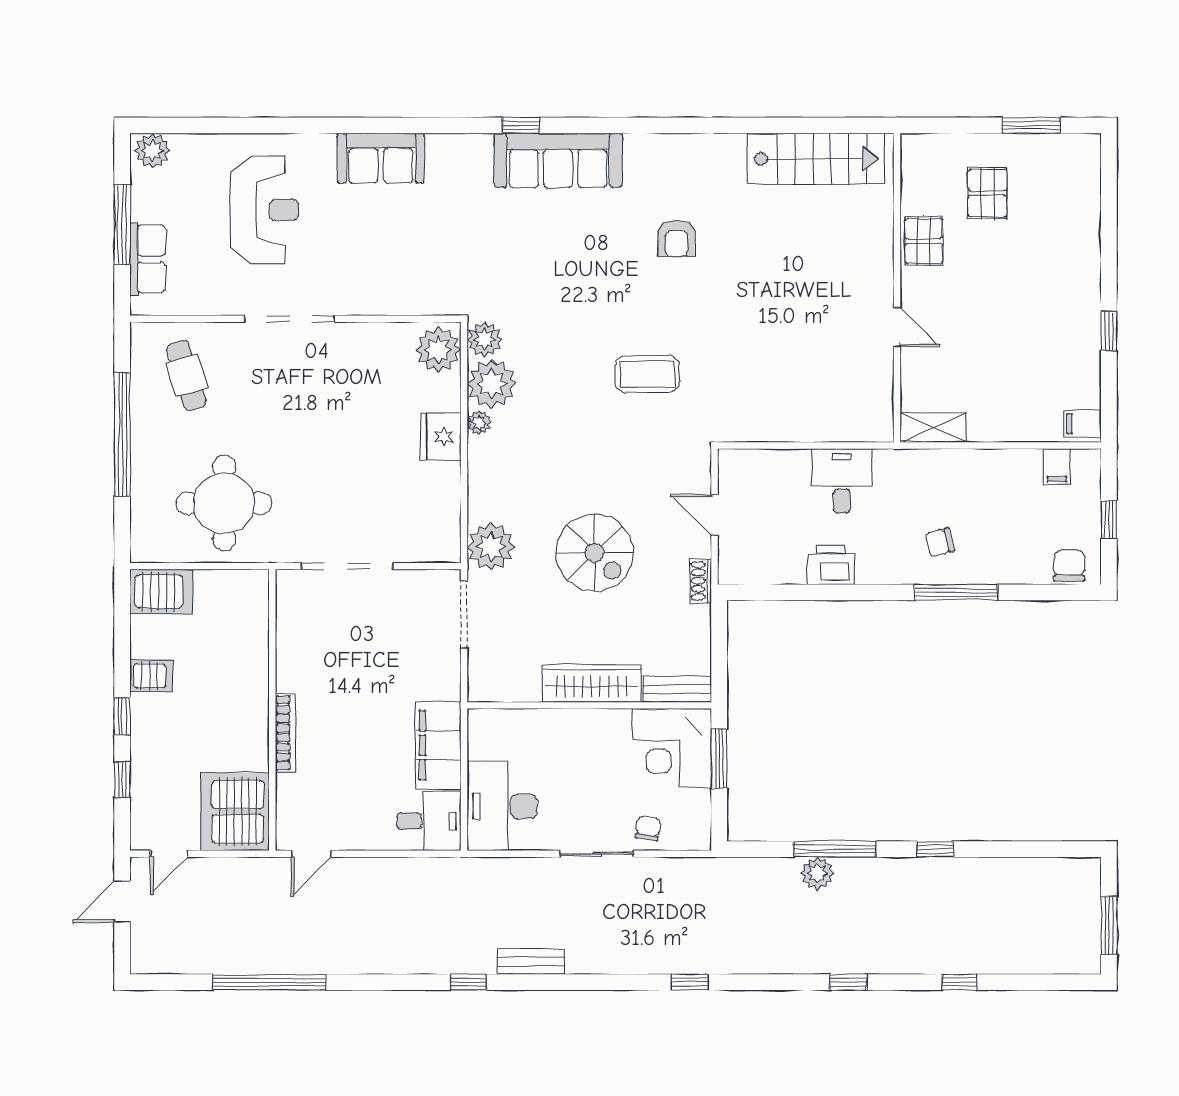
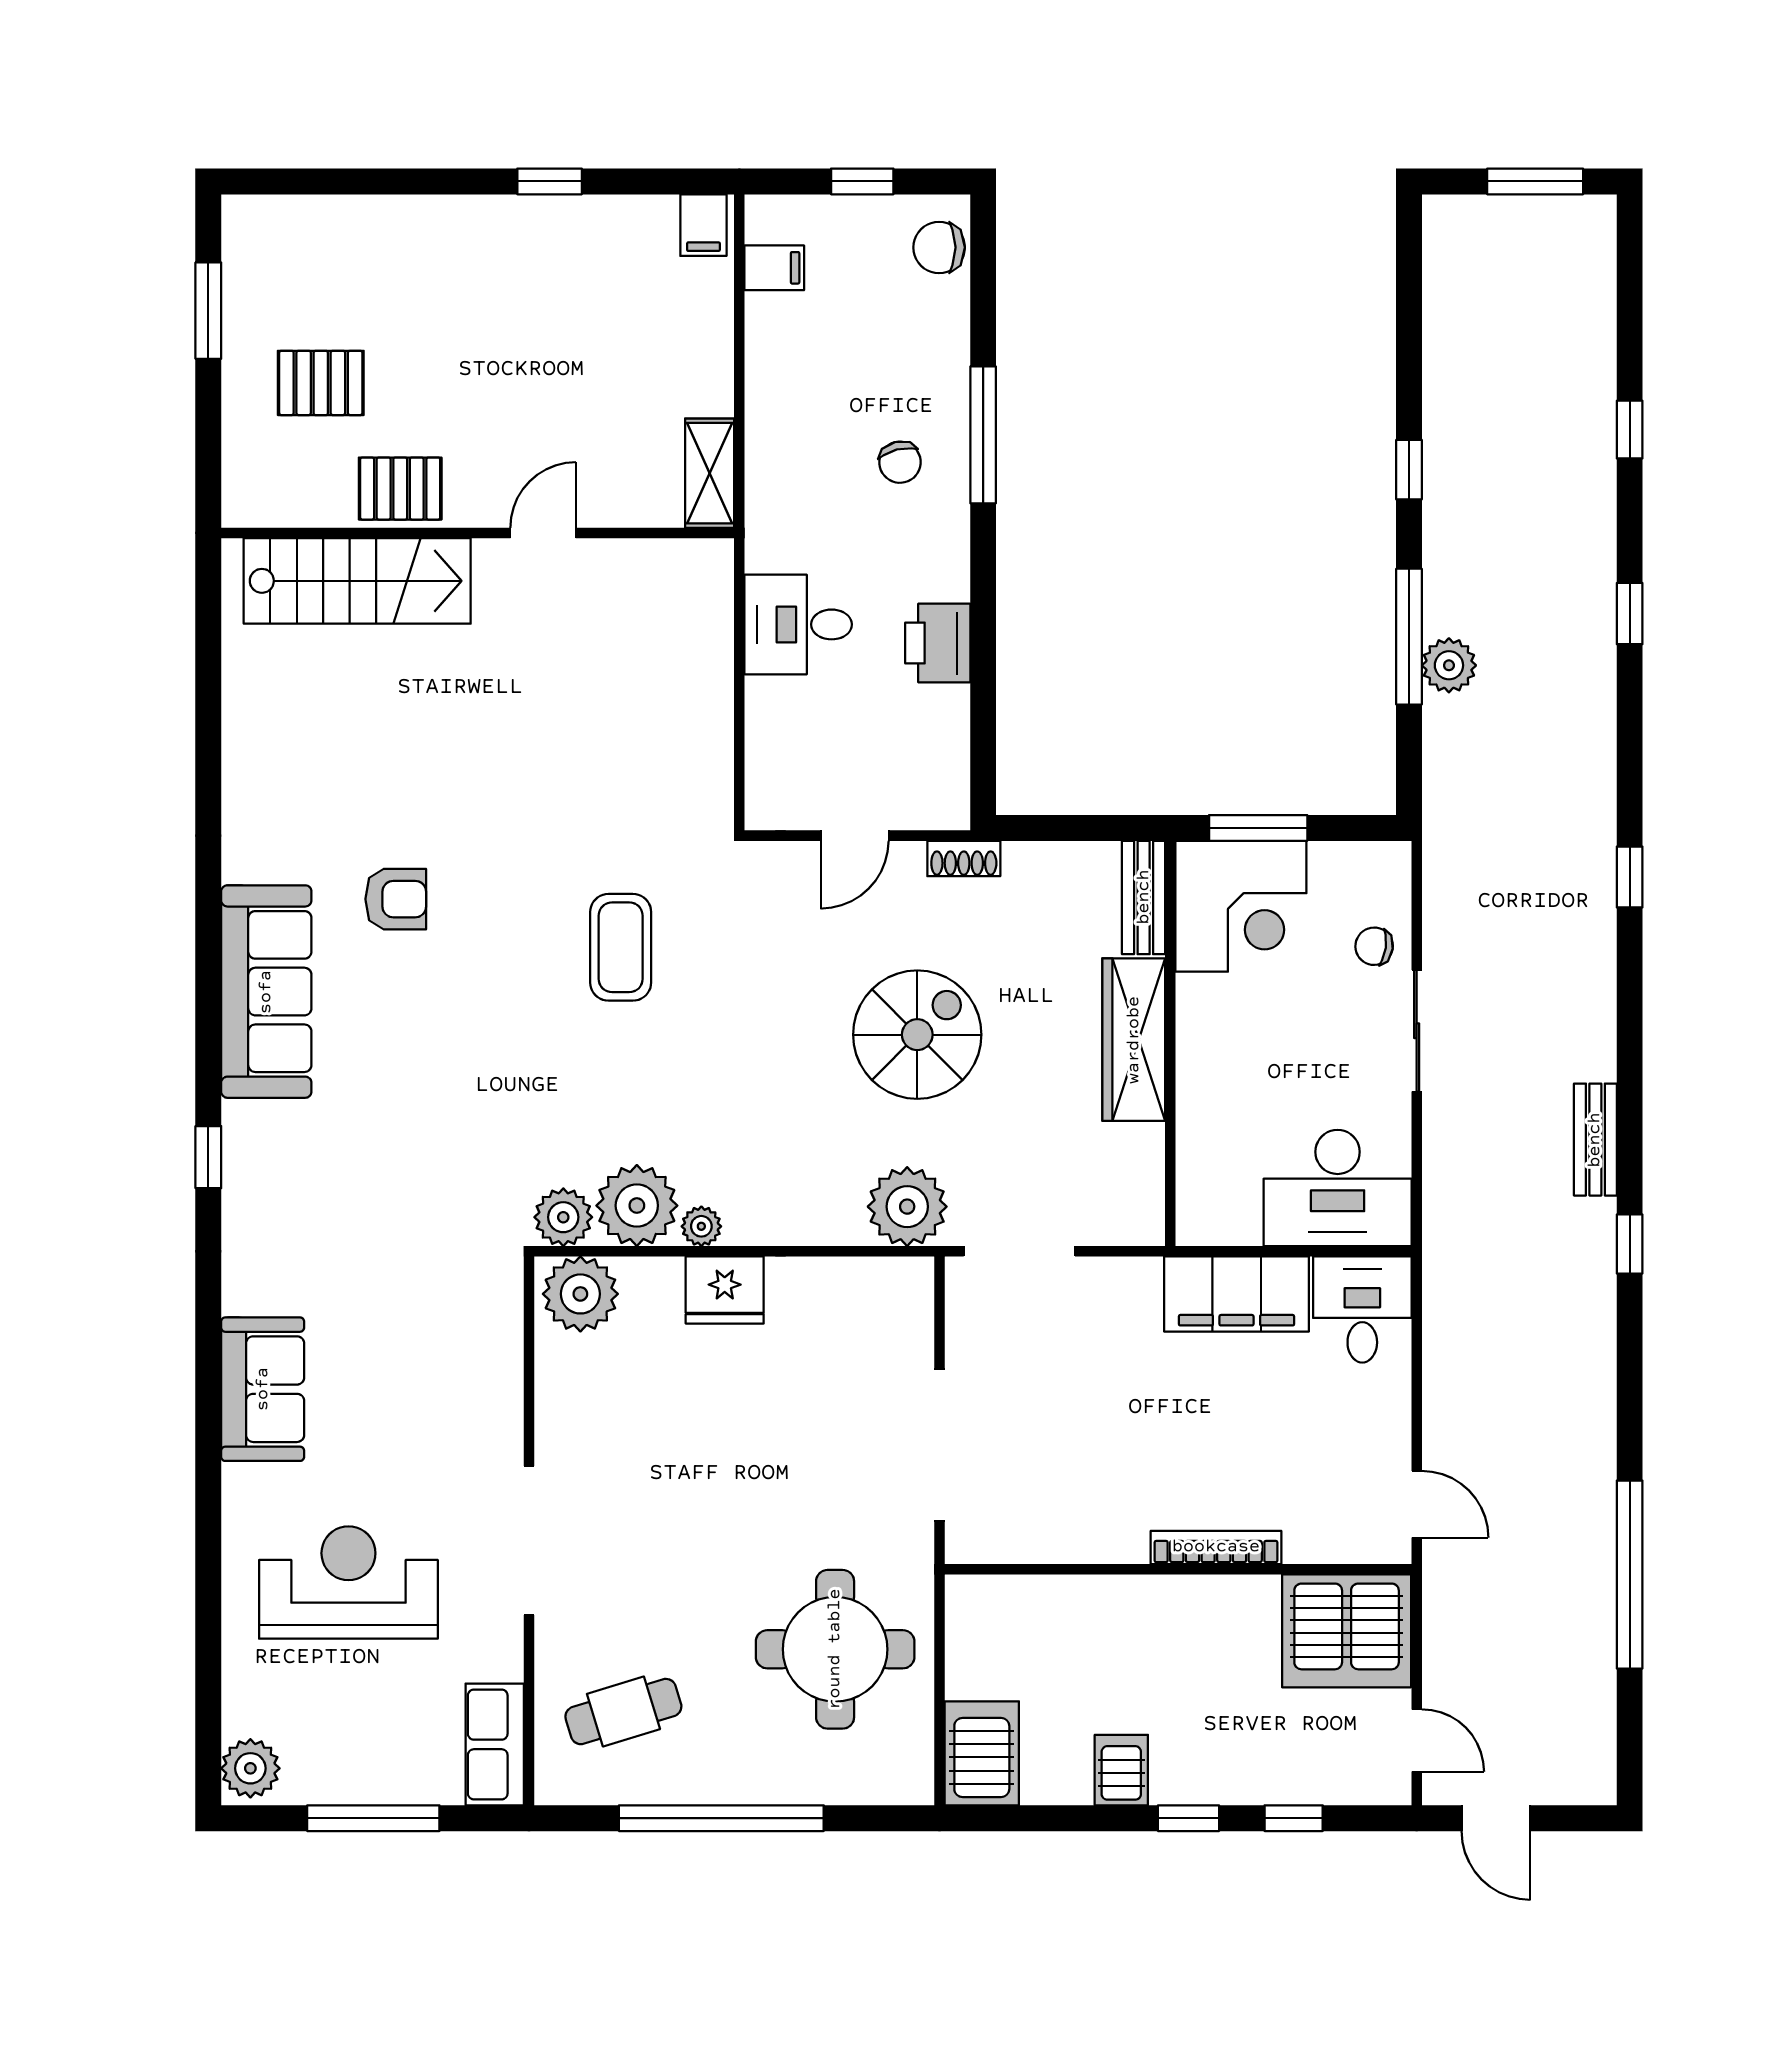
stairs: (816, 159) -> (357, 581), moved, turned 90
sofa: (558, 160) -> (266, 992), moved
row of seats: (147, 259) -> (495, 1744), moved, turned -90

